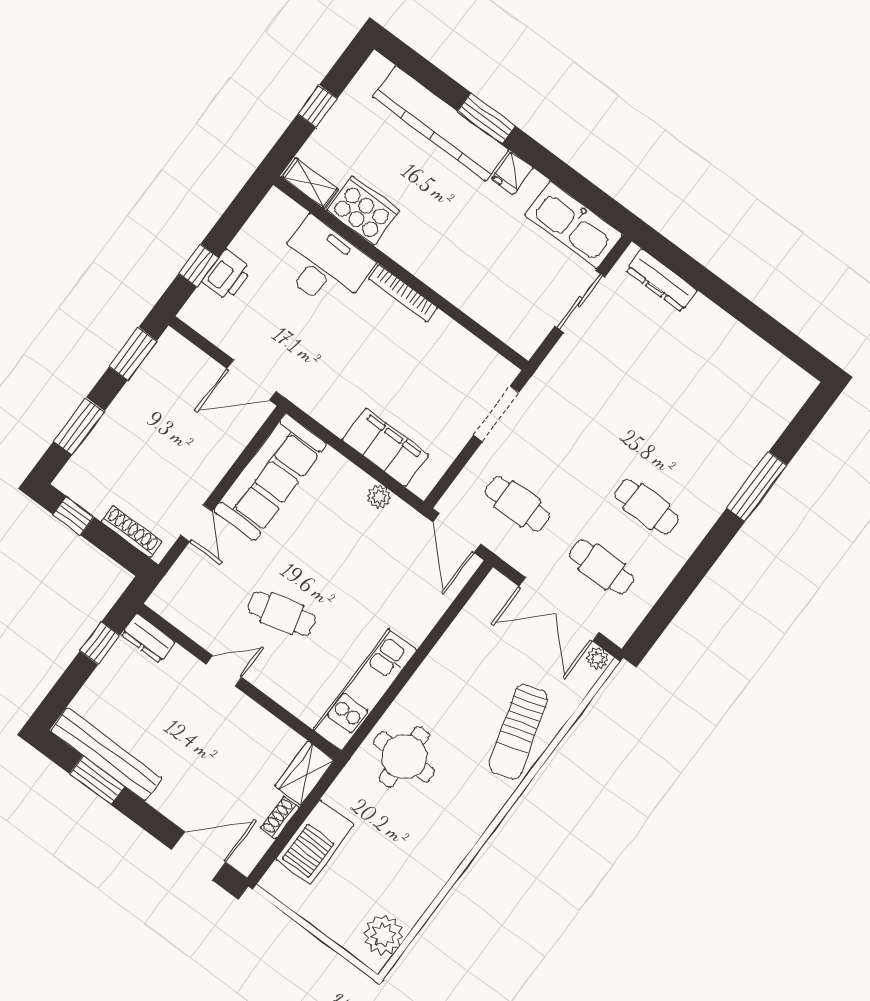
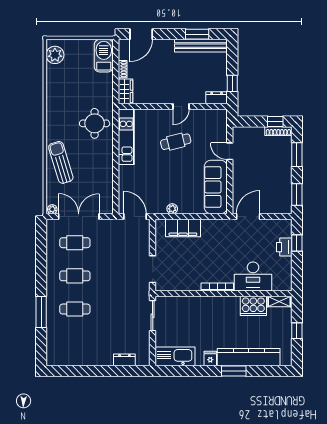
dresser: (662, 280) -> (124, 360), width x0.70
sliding door: (580, 301) -> (153, 316), moved
cafe table: (517, 504) -> (75, 309), moved
shoe rack: (131, 532) -> (278, 131), moved
barbecue: (315, 842) -> (104, 56), moved

